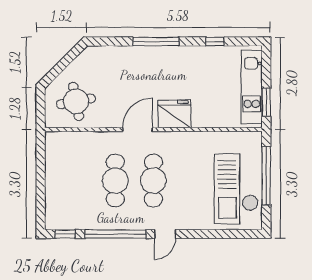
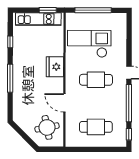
door: (138, 130) -> (64, 103), moved
cafe table: (115, 181) -> (96, 127), moved
checkout: (236, 189) -> (89, 44), moved, turned 180

